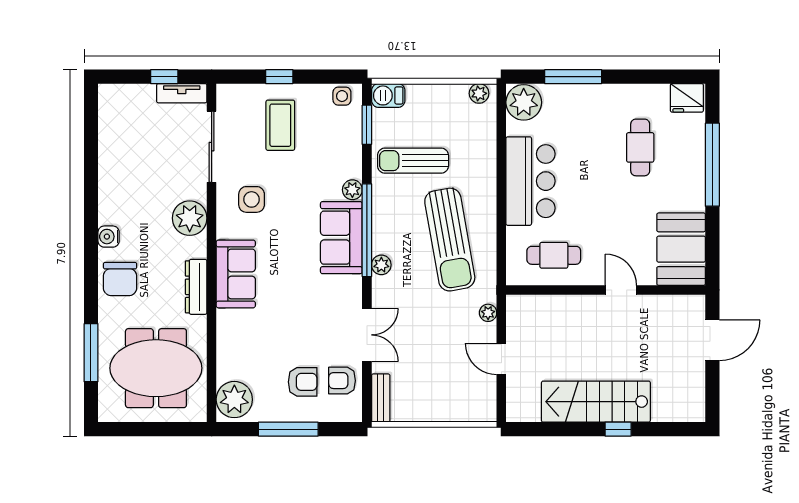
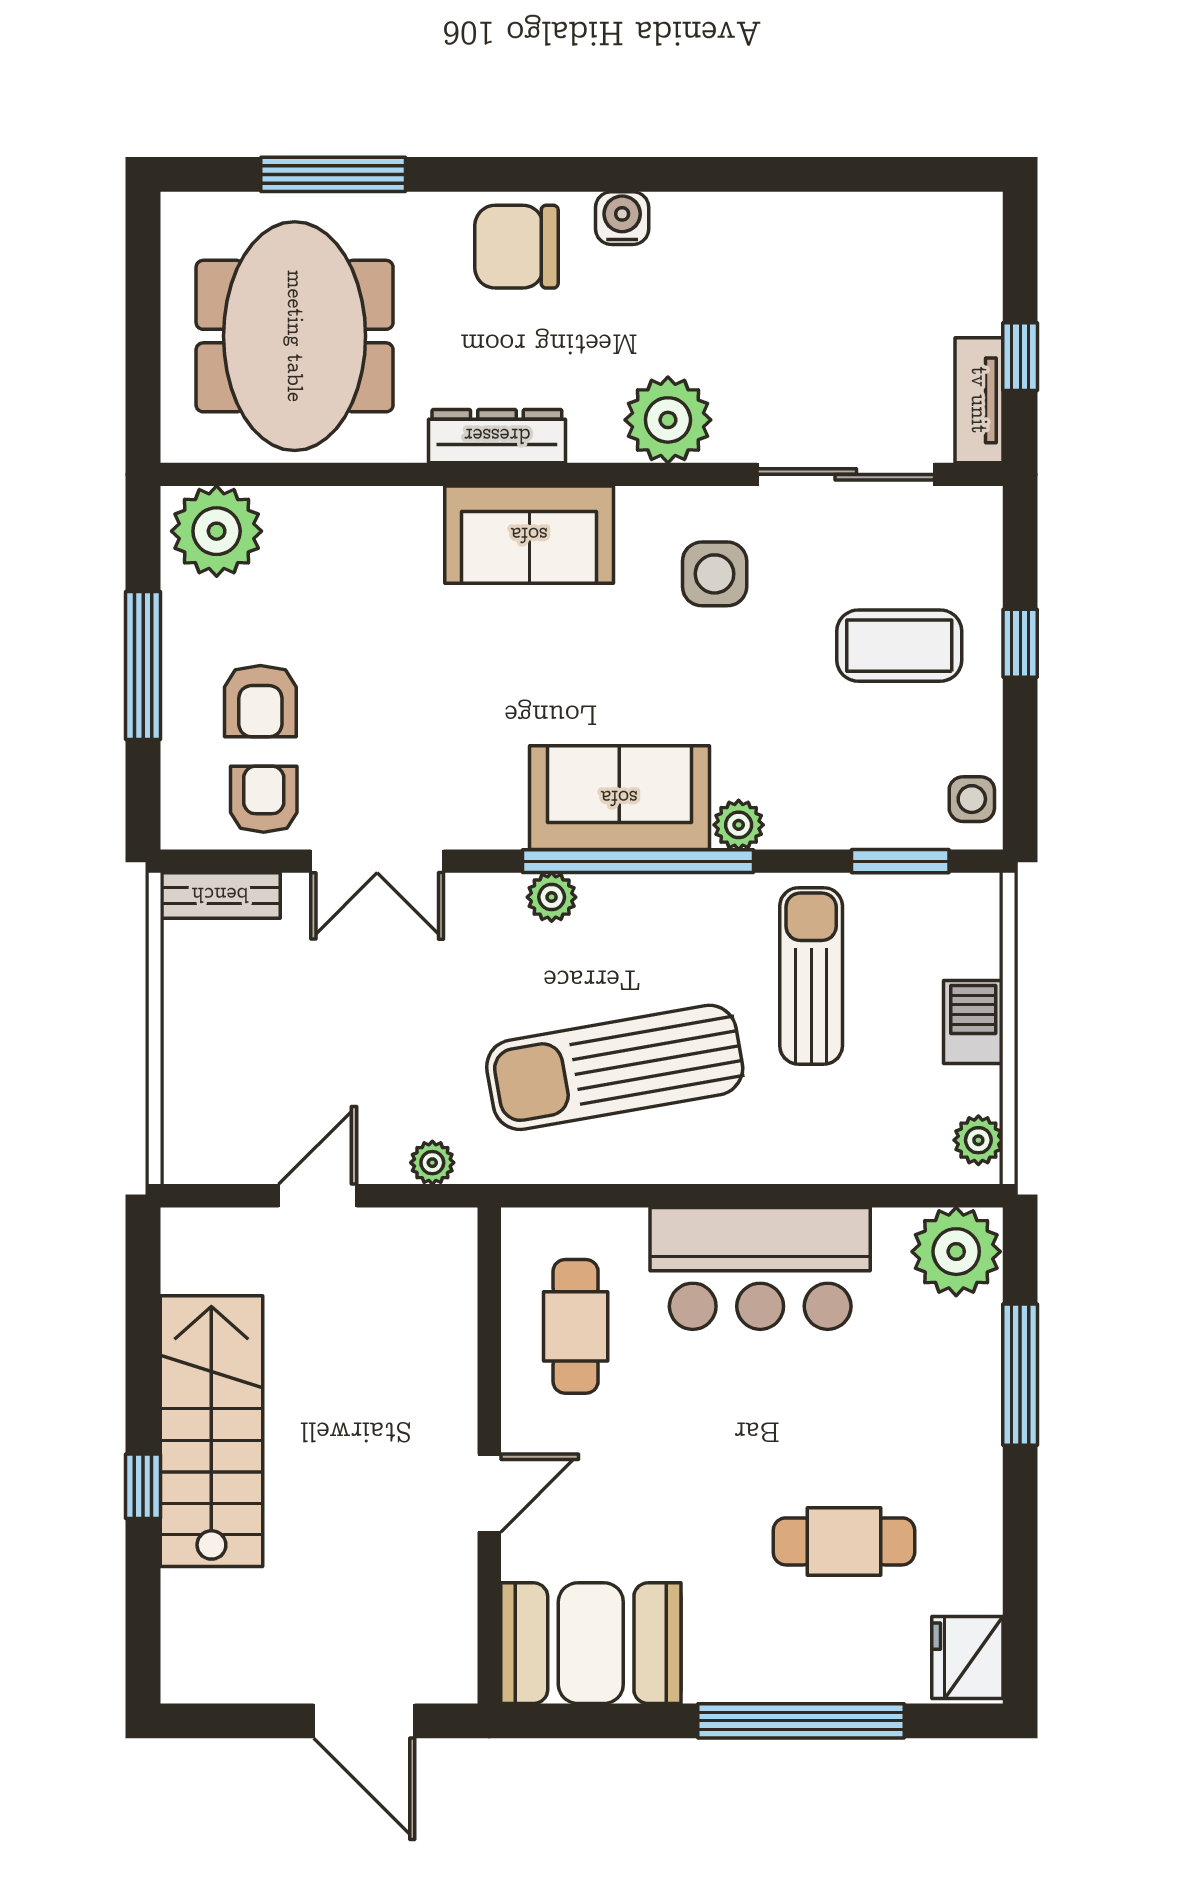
barbecue: (388, 95) -> (973, 1022), moved

